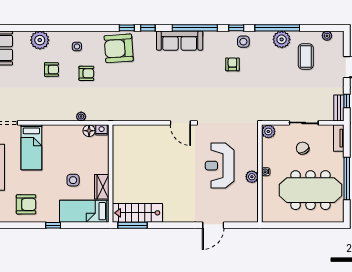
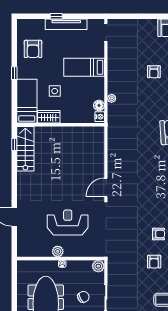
armchair: (86, 73) -> (154, 262), moved
bed: (31, 147) -> (84, 67), moved
window: (133, 225) -> (14, 144), width x0.46

